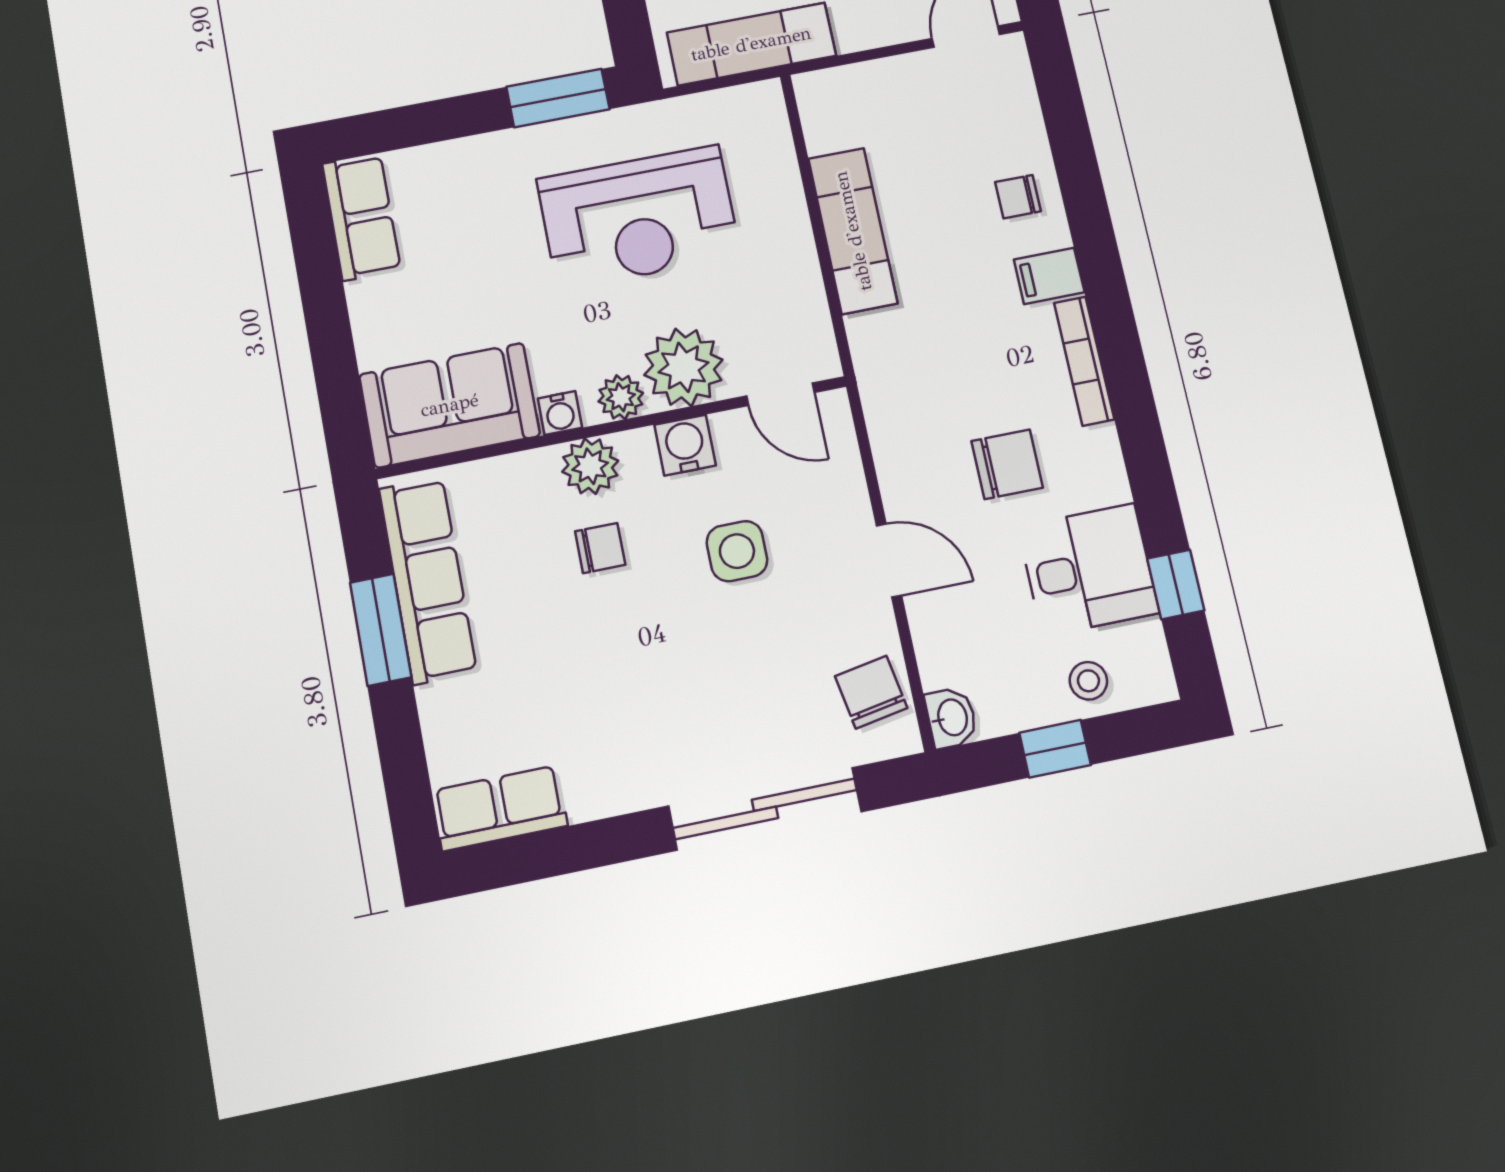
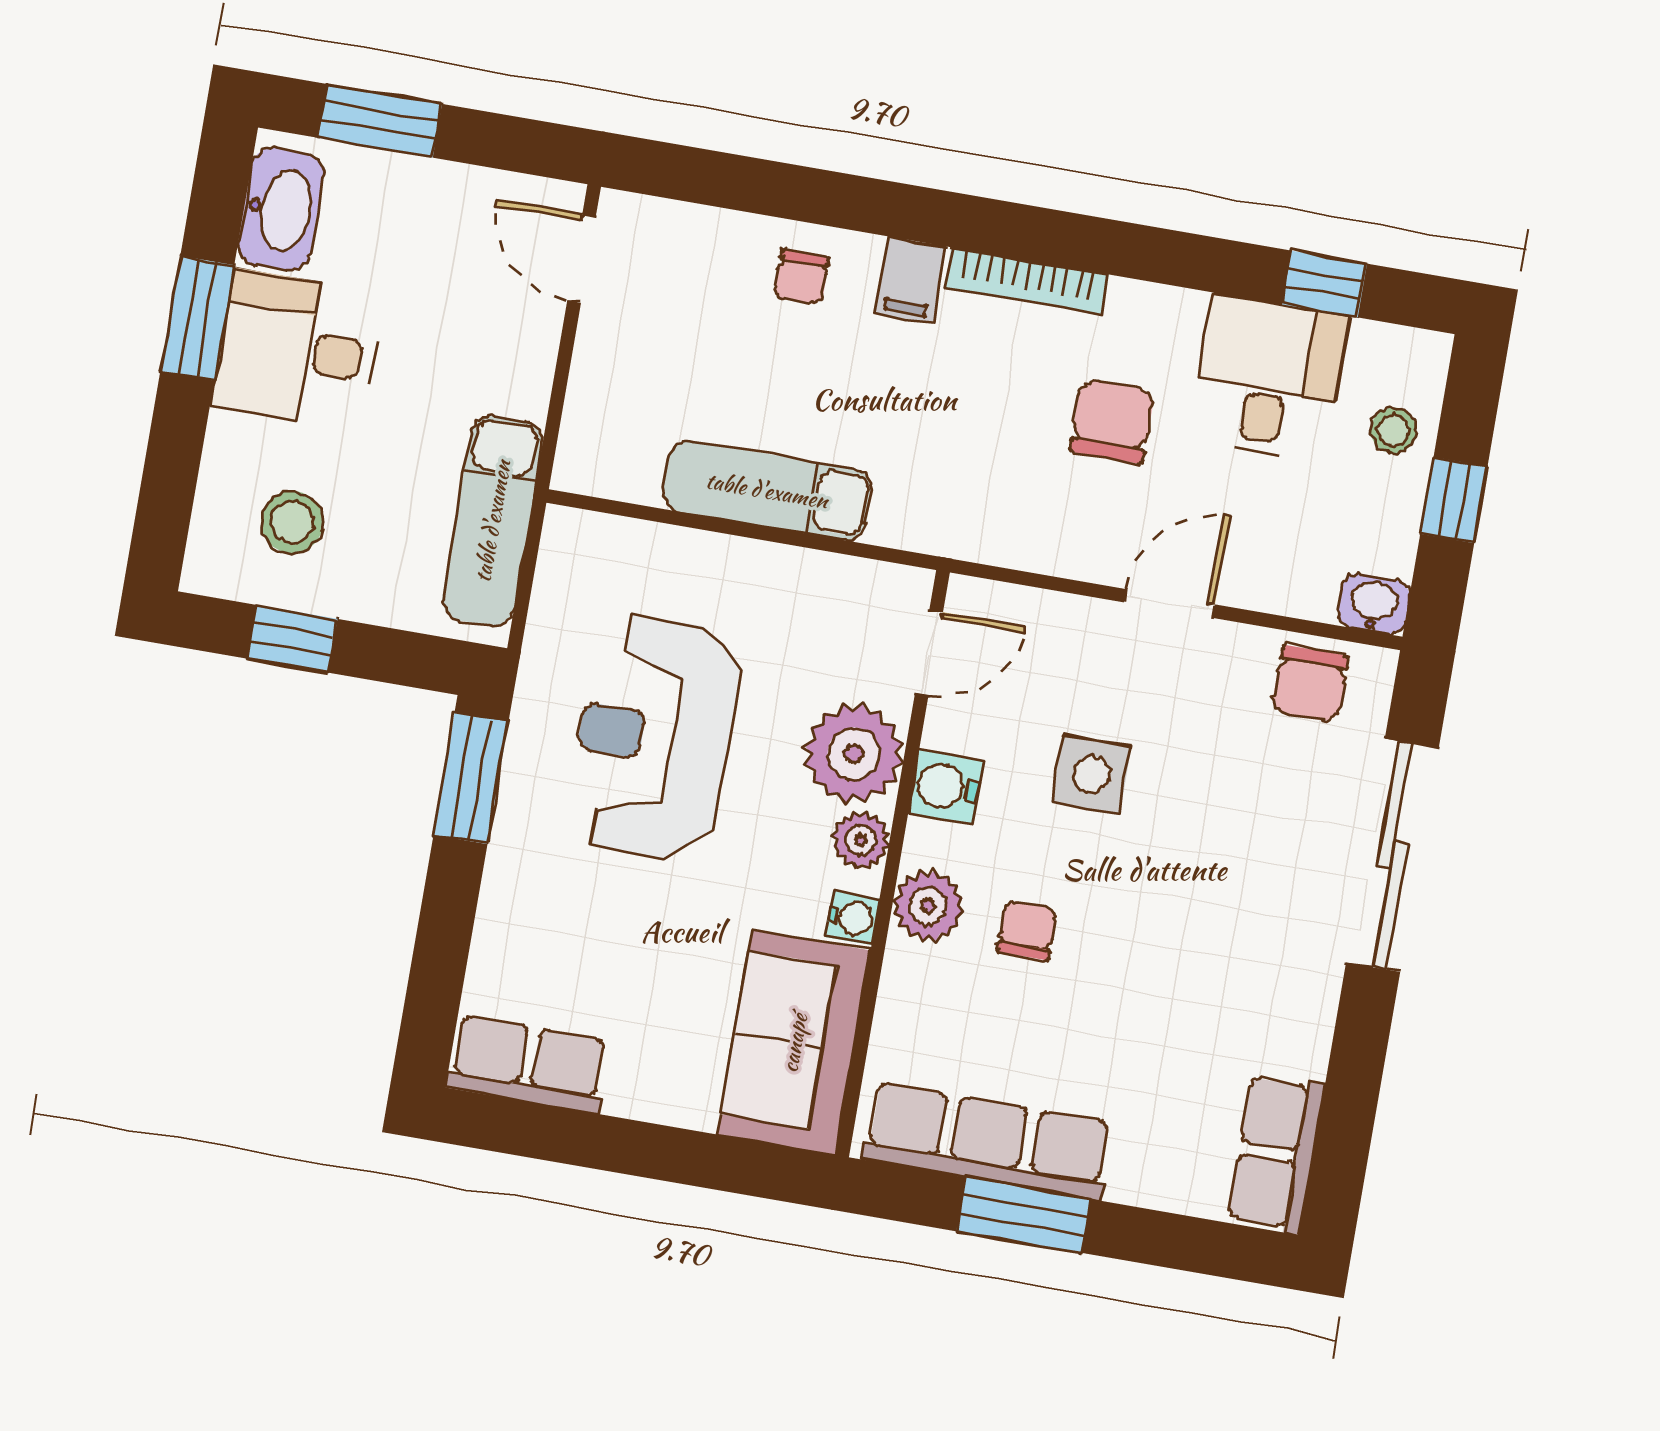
reception desk: (639, 217) -> (654, 738), turned 180
chair: (871, 692) -> (1310, 684), turned -80

